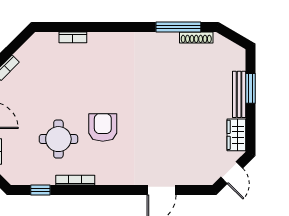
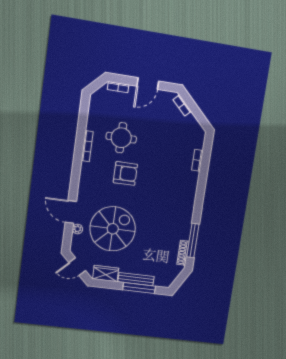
window: (250, 88) -> (139, 288), width x1.44
spiral stairs: (176, 134) -> (113, 229), added
plant: (182, 179) -> (77, 229), added
window: (40, 190) -> (83, 117), removed

